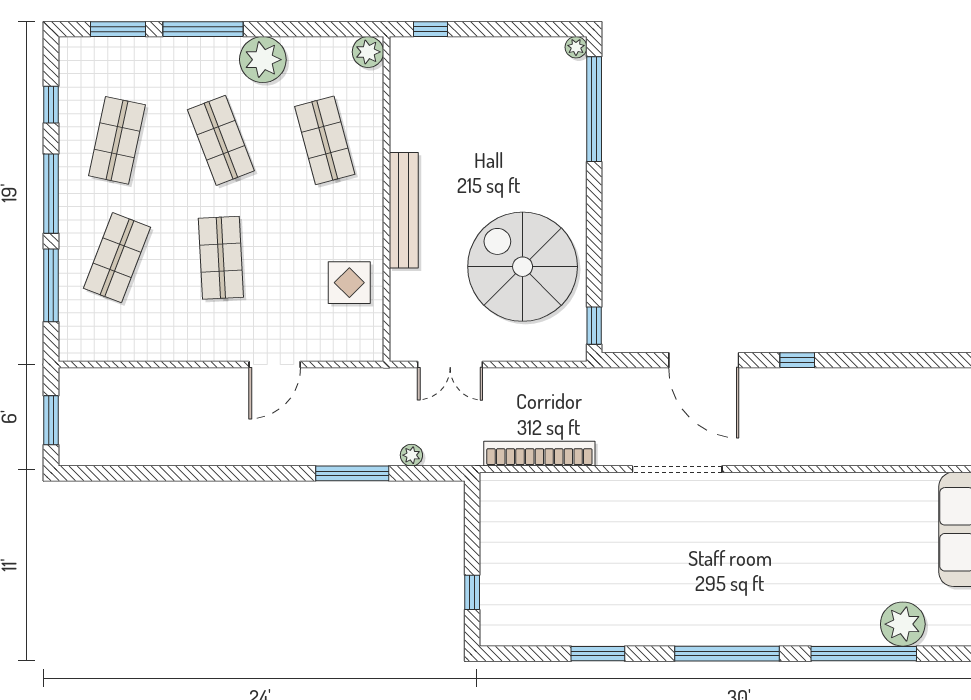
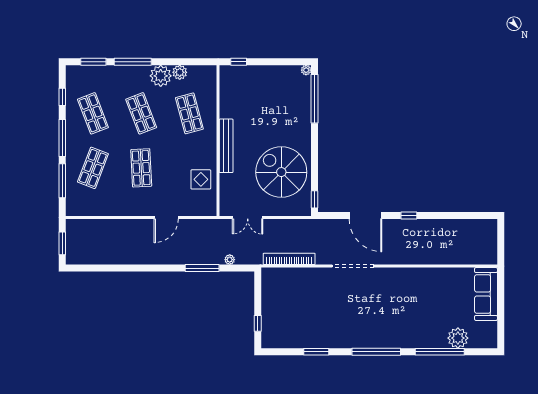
plant: (368, 52) -> (180, 72), moved
shop shelf: (117, 140) -> (93, 113), turned -33

